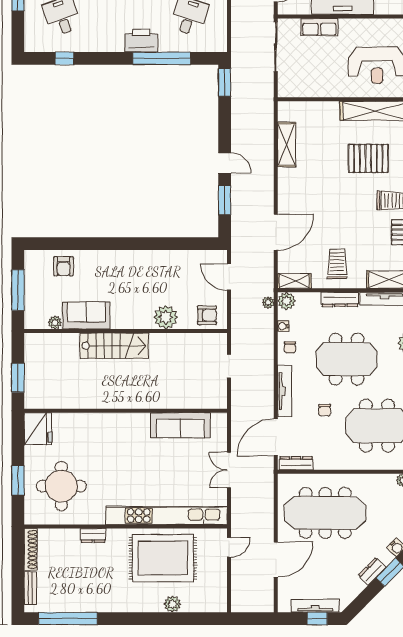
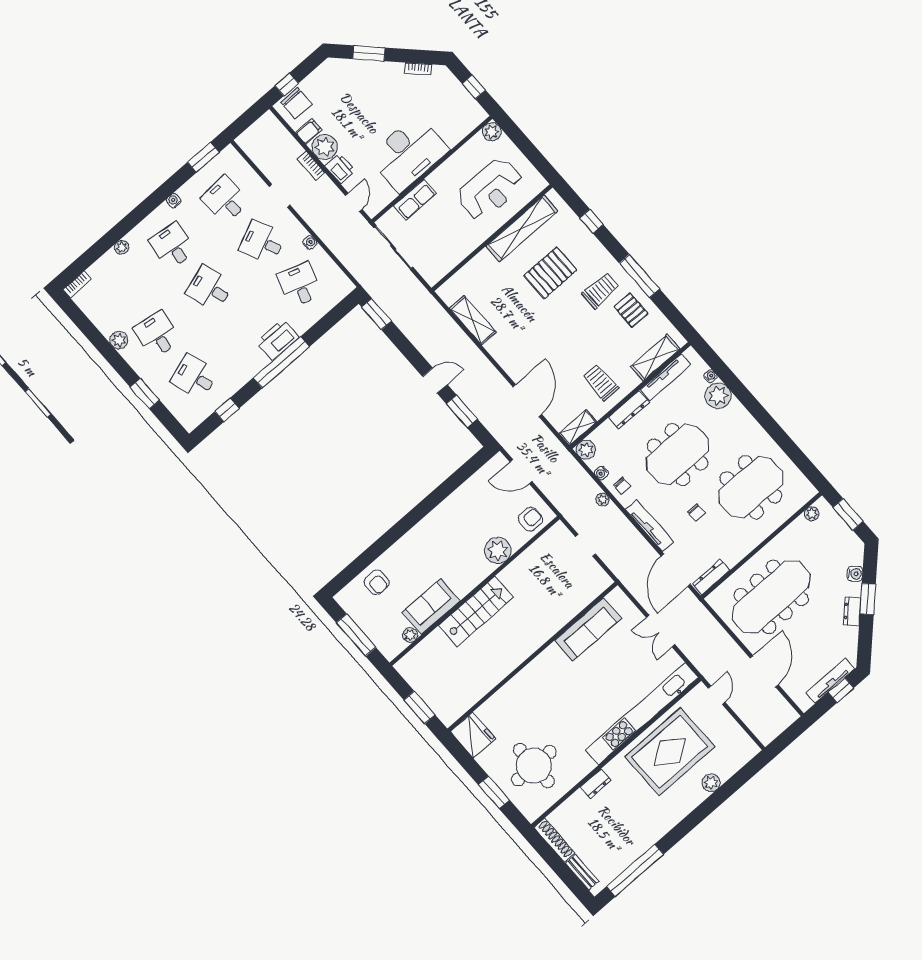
window: (162, 58) -> (281, 362), moved
plant: (268, 302) -> (603, 500), moved

